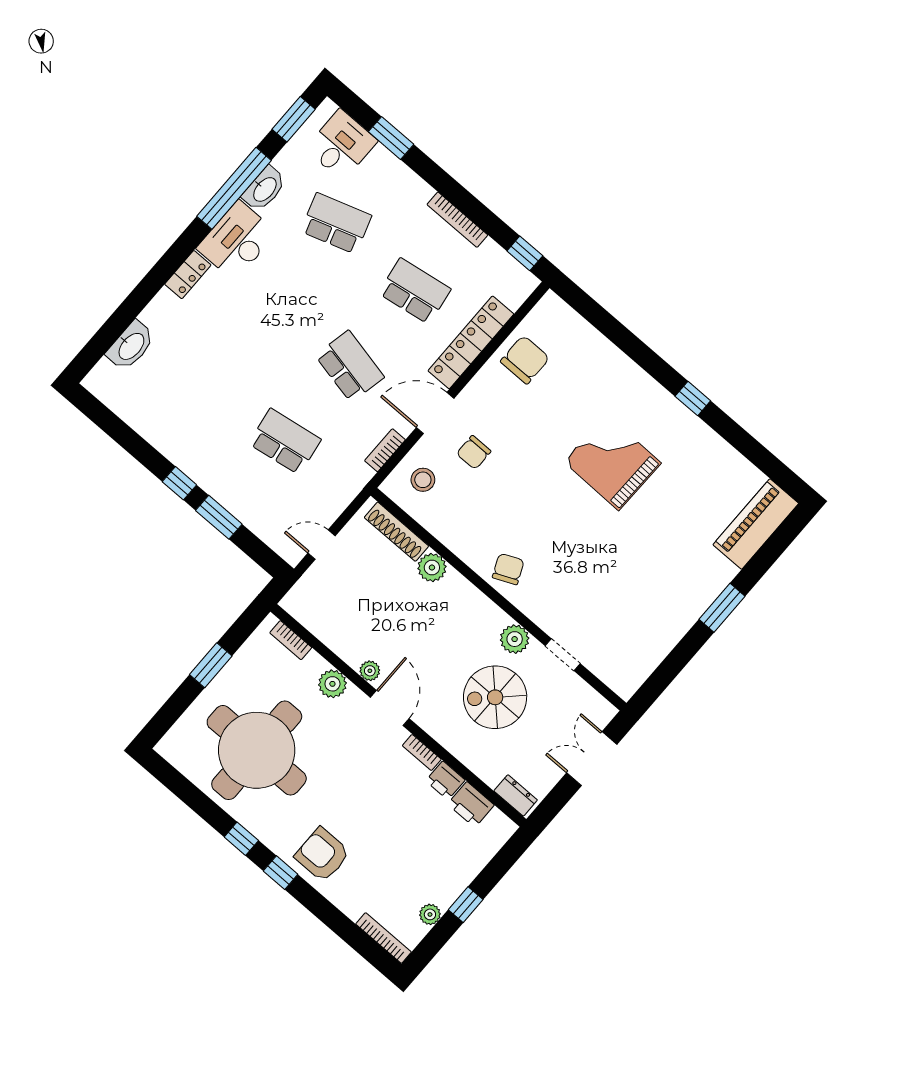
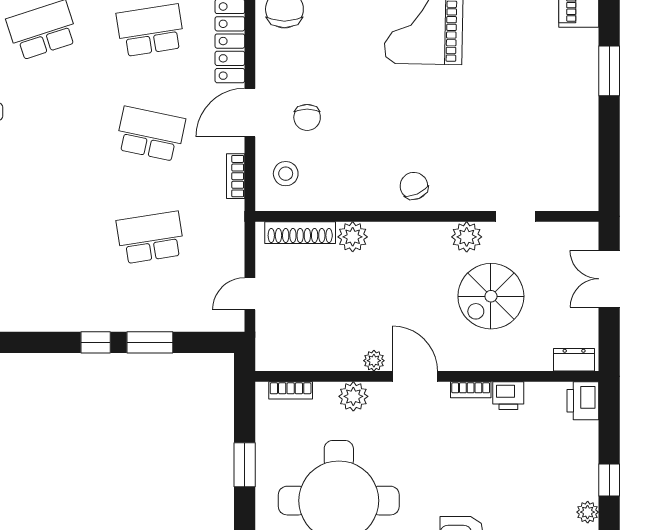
printer: (471, 805) -> (583, 401), moved, turned 90

